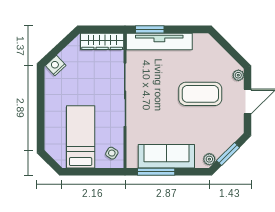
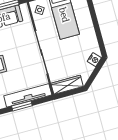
window: (150, 29) -> (22, 106), moved

